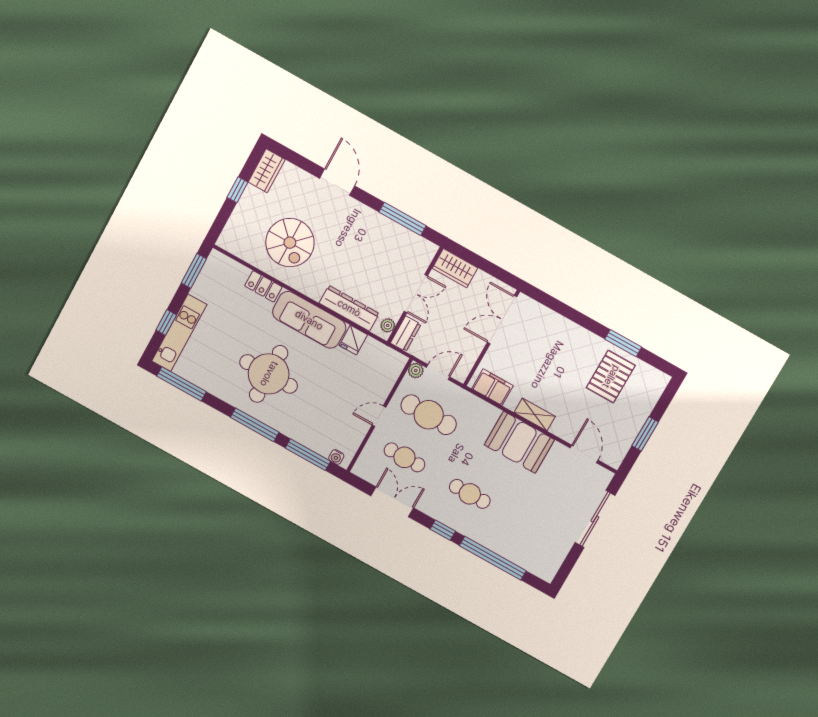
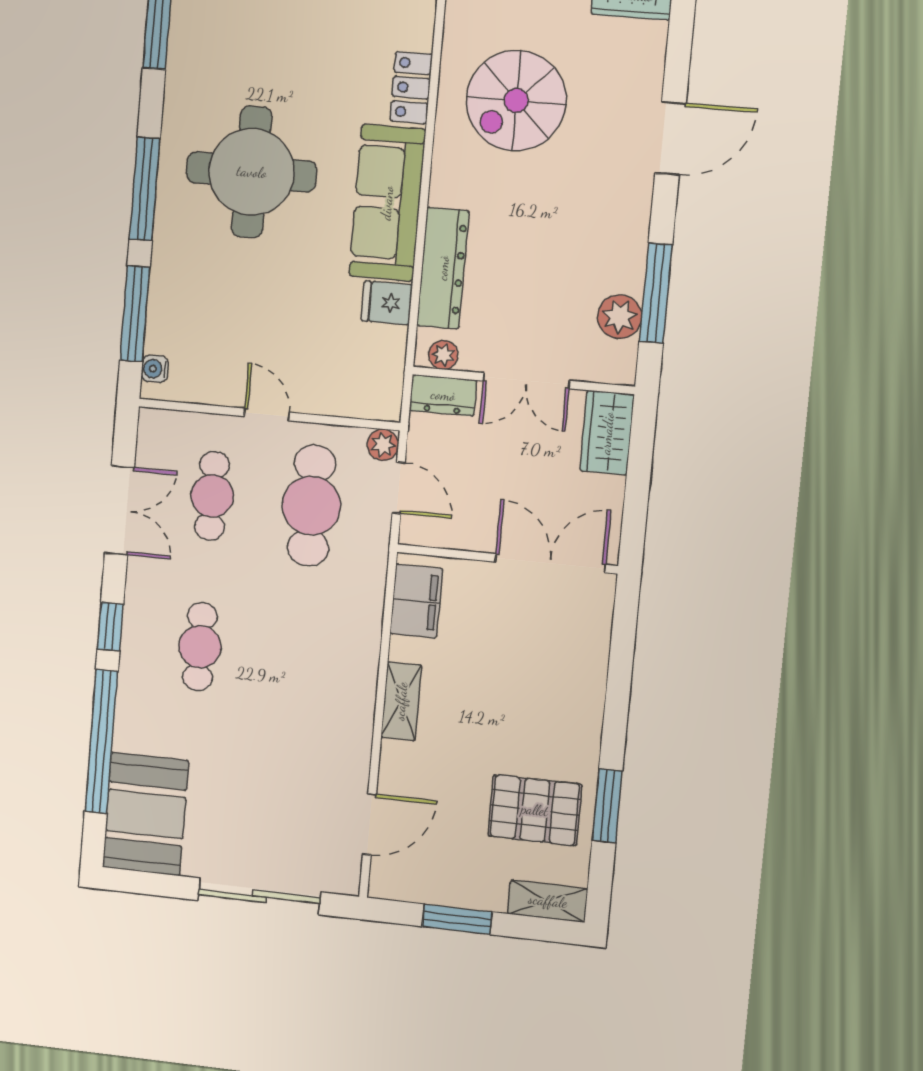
plant: (406, 240) -> (620, 317), added
shelving: (655, 389) -> (548, 901), added
booth: (519, 442) -> (146, 814), moved

